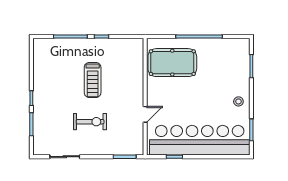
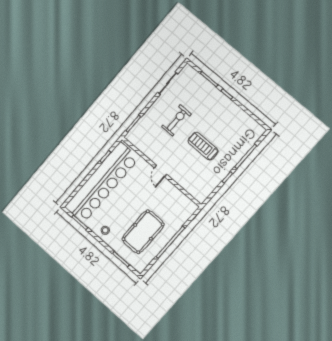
pool table: (172, 63) -> (143, 232), moved
door: (145, 114) -> (161, 171), moved
exercise bike: (90, 122) -> (176, 120), turned 180

